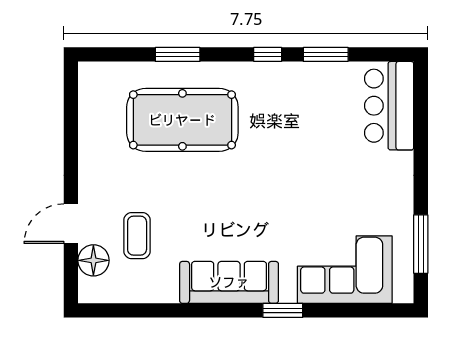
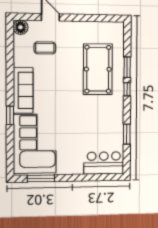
window: (268, 54) -> (127, 89), moved
floor lamp: (93, 260) -> (21, 27), moved
corner sofa: (345, 270) -> (35, 144), width x1.36, depth x1.36

